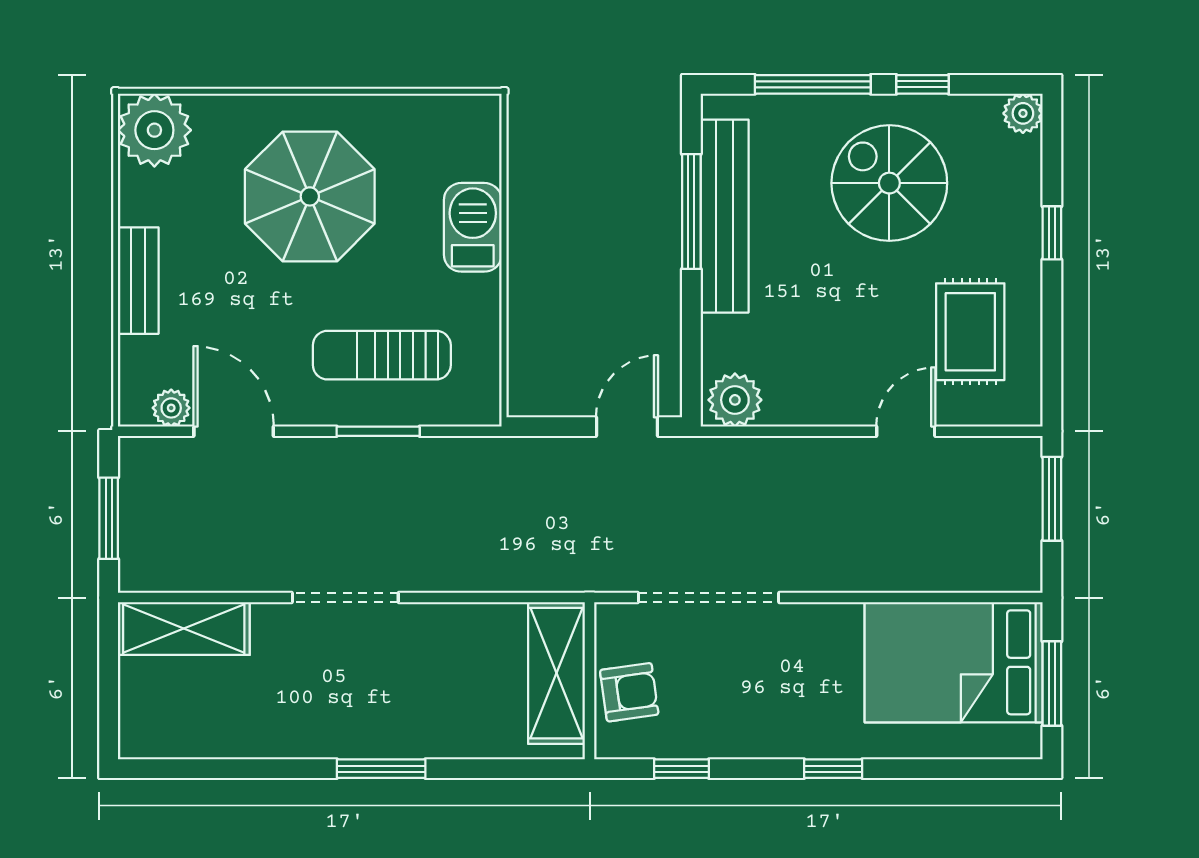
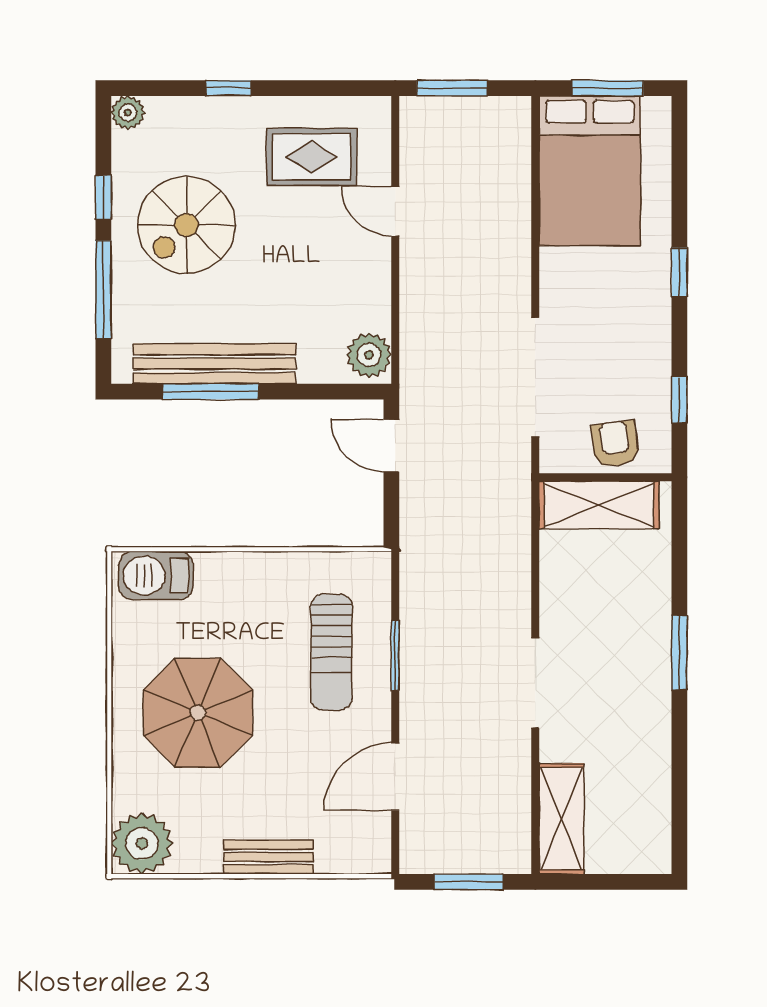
barbecue: (473, 227) -> (156, 576), moved
plant: (171, 408) -> (376, 829), removed

